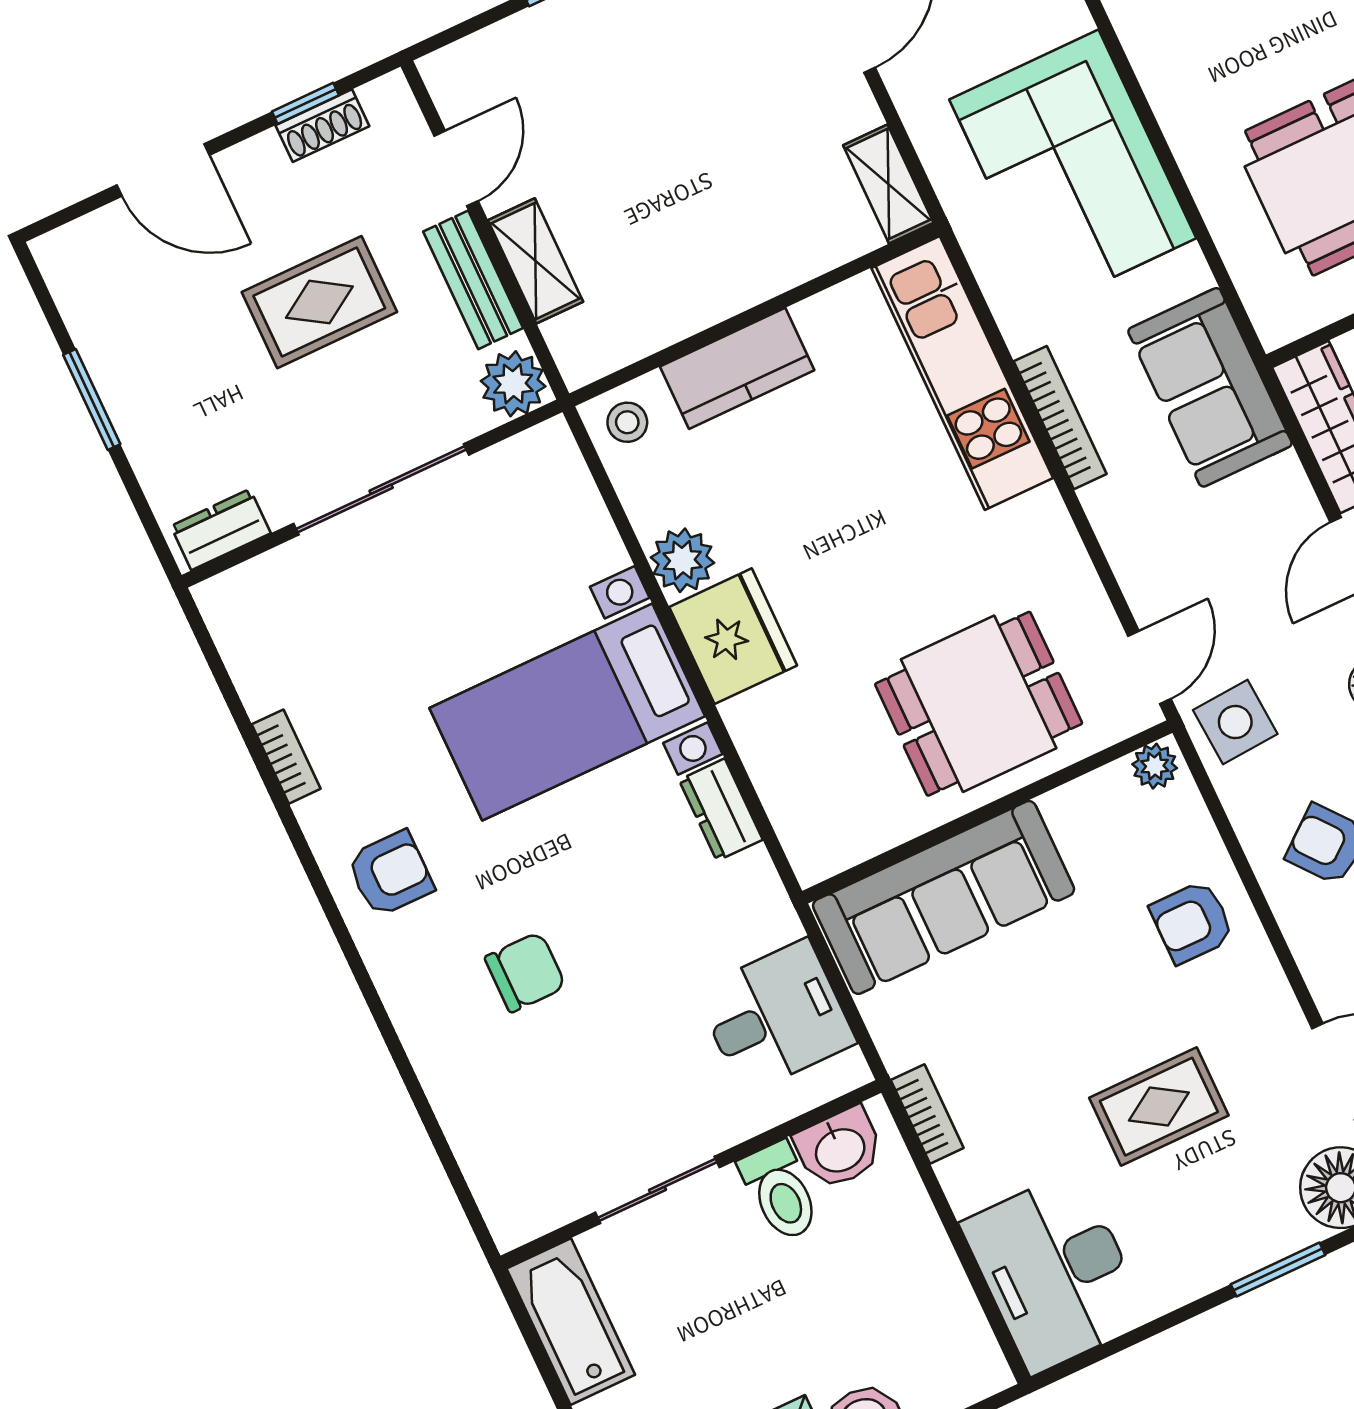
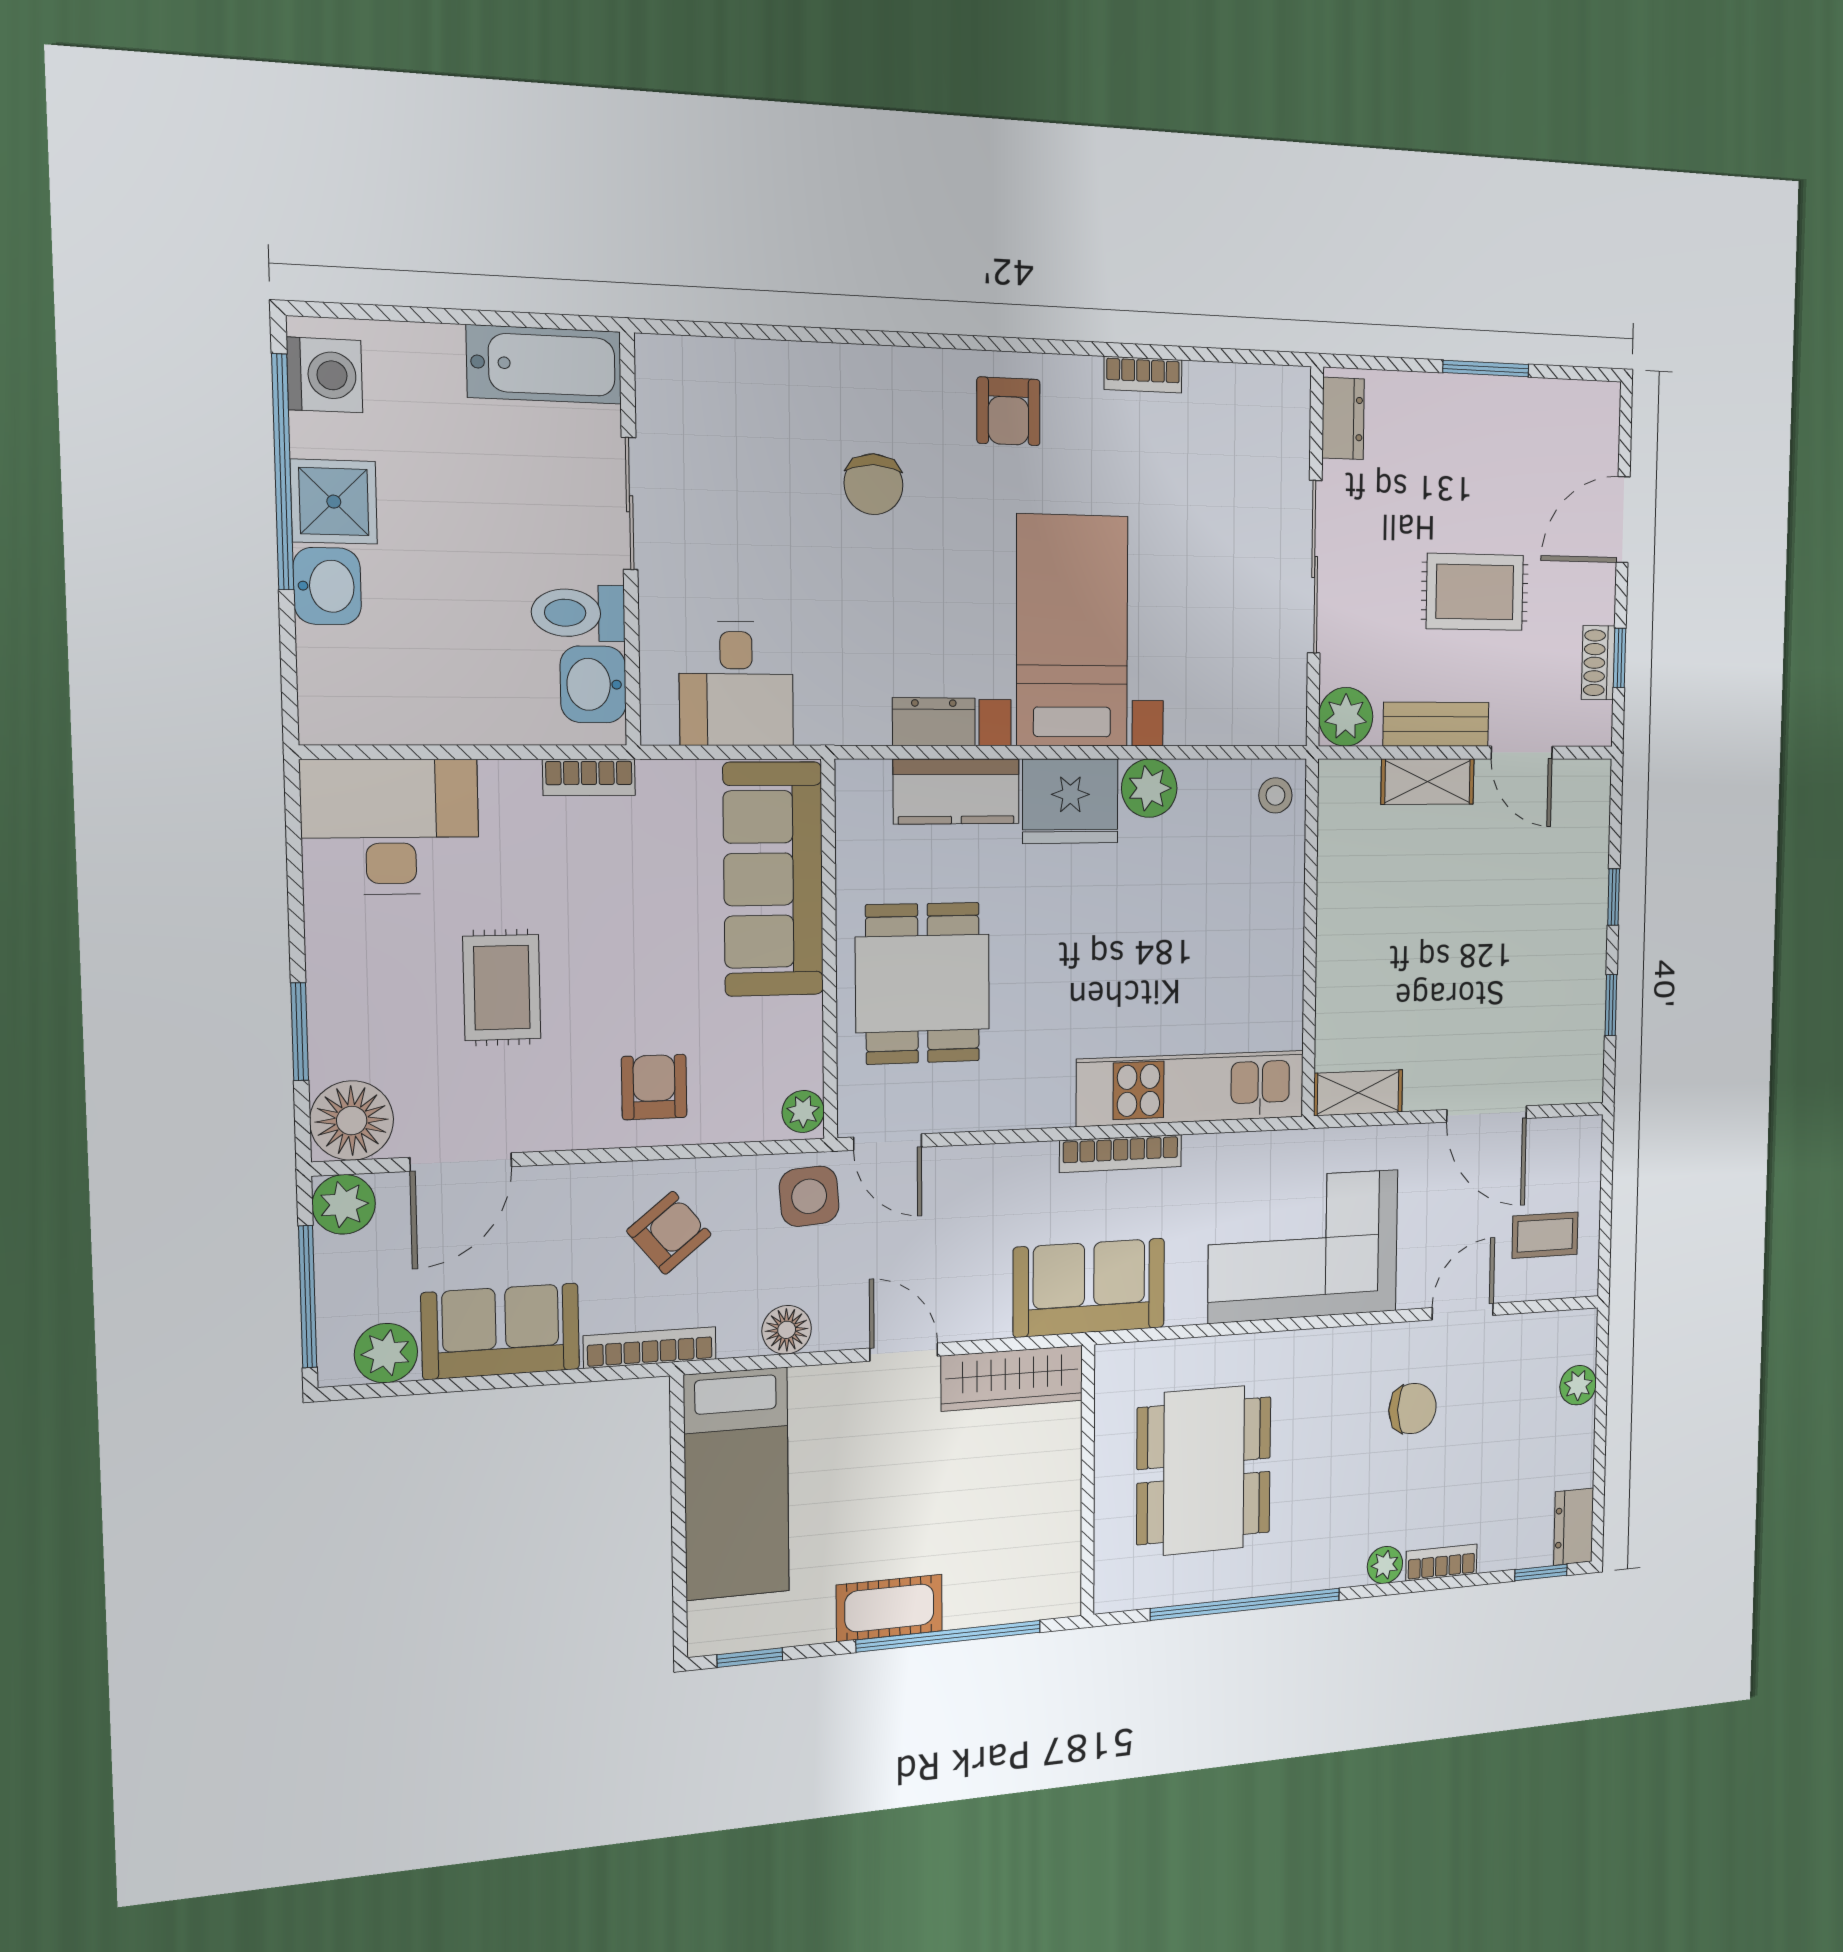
rug: (319, 302) -> (1475, 592), turned 90
kitchen counter: (737, 368) -> (956, 791), moved, turned -90

